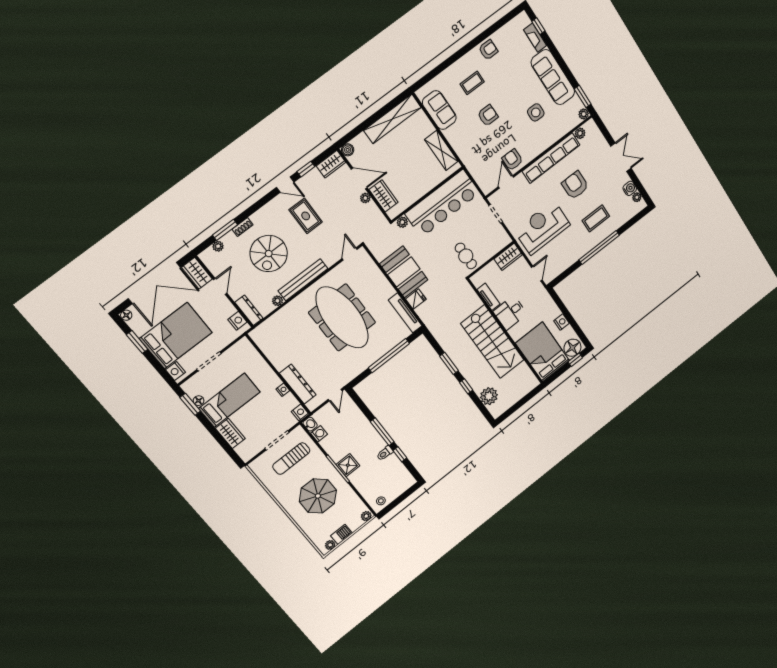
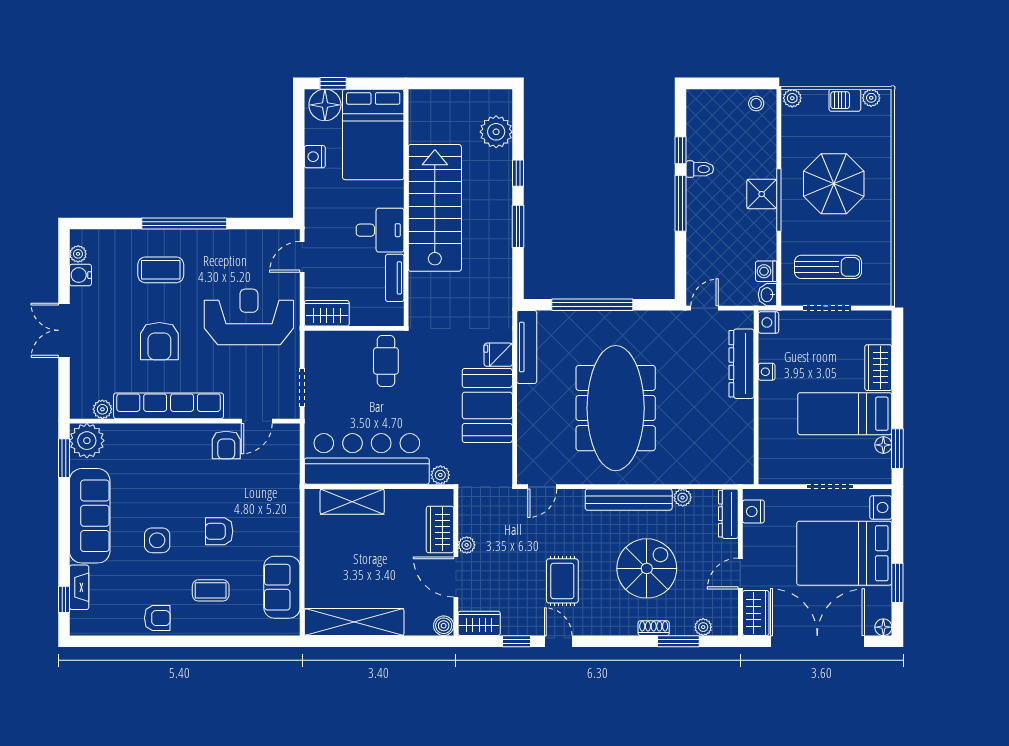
armchair: (488, 50) -> (157, 618), turned 180
side table: (536, 112) -> (157, 540), moved
plant: (584, 114) -> (87, 441), width x1.88, depth x1.88
shelving: (441, 150) -> (352, 502), moved, turned 90
reception desk: (542, 228) -> (249, 317), turned 180

